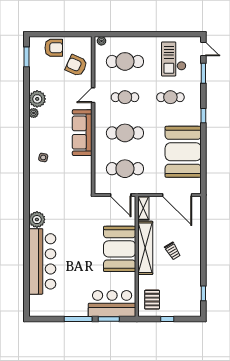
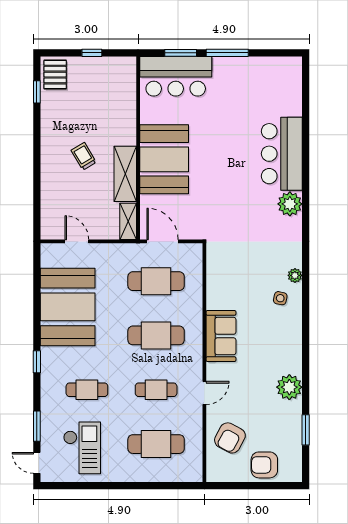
plant: (101, 41) -> (192, 475), removed
window: (27, 57) -> (306, 430), moved
armchair: (76, 65) -> (230, 438), turned 94
plant: (34, 113) -> (295, 275), moved
sofa: (82, 133) -> (221, 336), width x0.73
door: (177, 195) -> (77, 241), width x0.53
shelving: (145, 248) -> (125, 174), width x0.68
bar counter: (42, 261) -> (282, 154), width x0.73
pallet: (152, 300) -> (55, 75), moved

